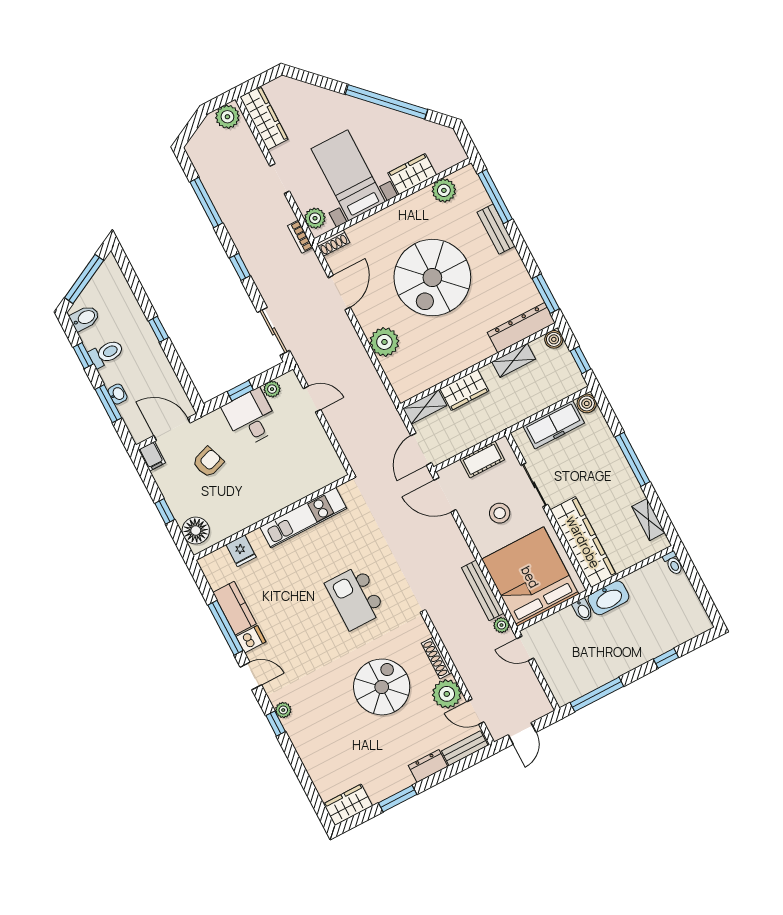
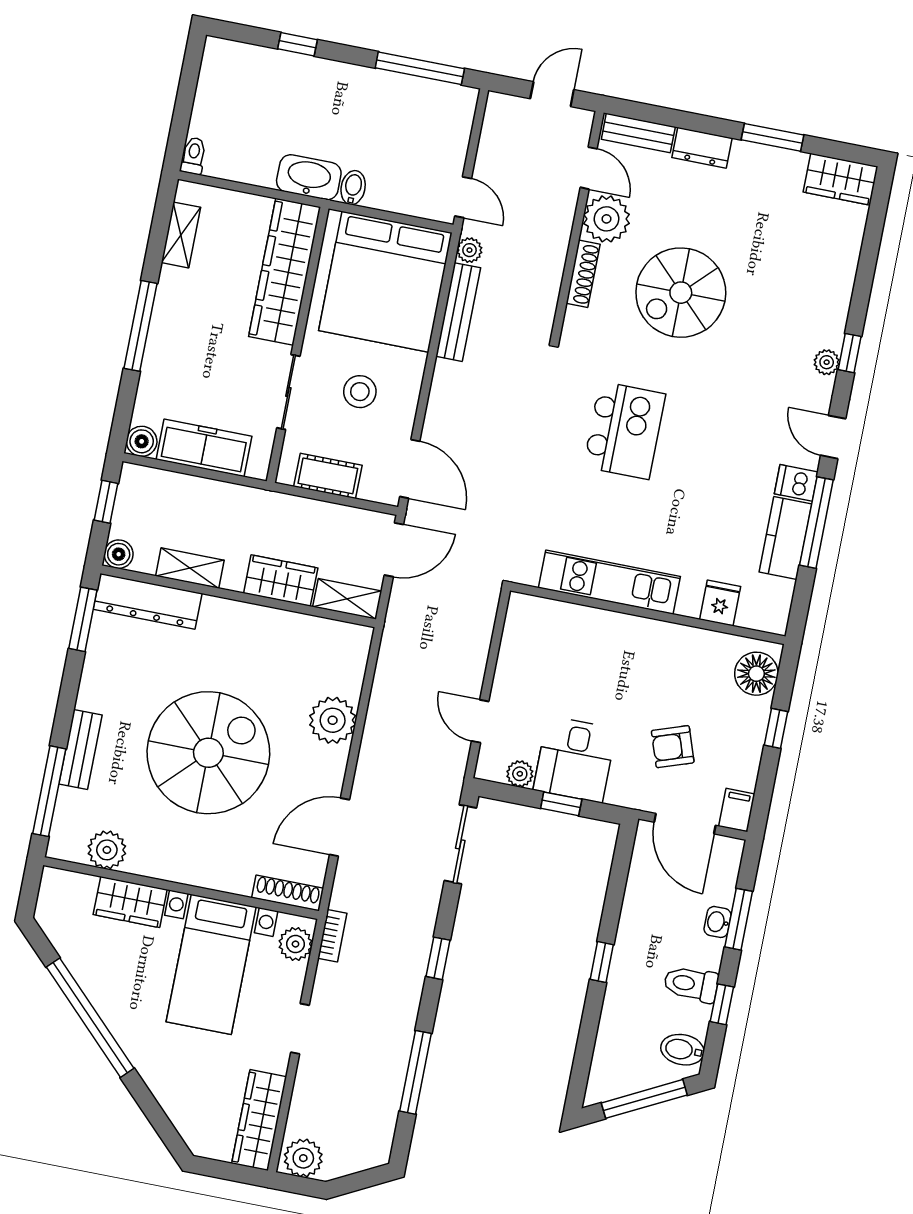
shoe rack: (333, 243) -> (288, 893), width x1.43

